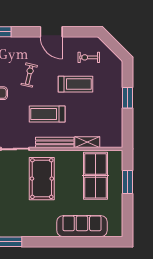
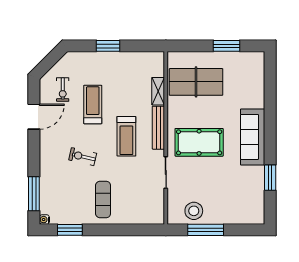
door: (51, 32) -> (34, 117), moved
window: (127, 182) -> (227, 46), moved
sofa: (82, 226) -> (253, 137), moved

